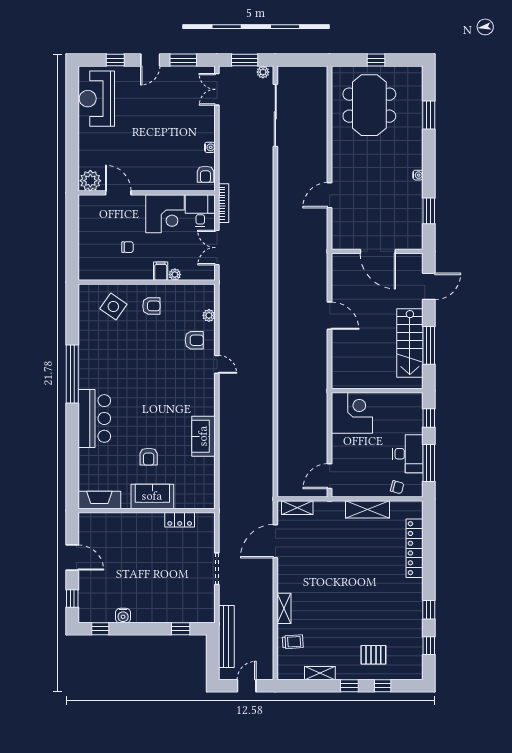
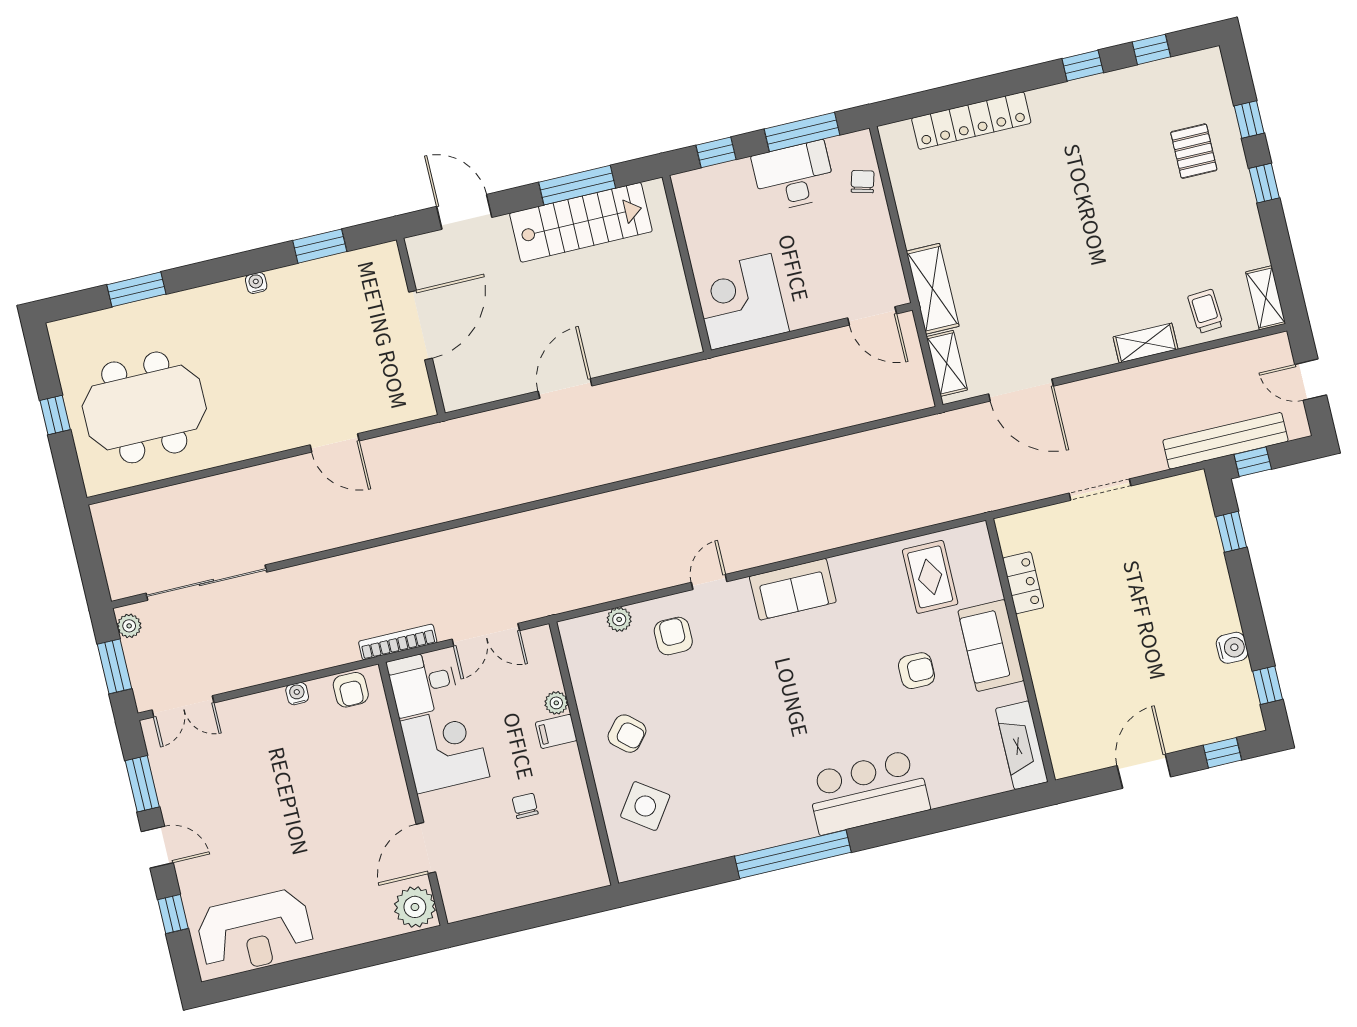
armchair: (205, 174) -> (351, 690), turned 90
armchair: (151, 306) -> (627, 734), turned 131
sofa: (203, 436) -> (793, 589), moved
rug: (193, 474) -> (930, 577), added
shelving: (368, 509) -> (933, 289), moved
window: (213, 648) -> (1253, 462), added
shelving: (320, 673) -> (1266, 298), moved

